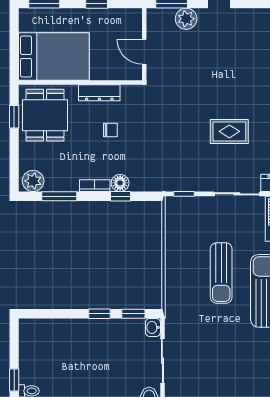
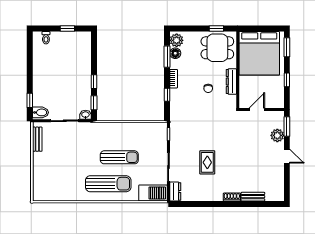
bed: (54, 56) -> (259, 53), width x1.36
floor lamp: (120, 183) -> (175, 53), moved
sun lounger: (221, 273) -> (119, 157), turned 180
window: (14, 380) -> (67, 29), moved

